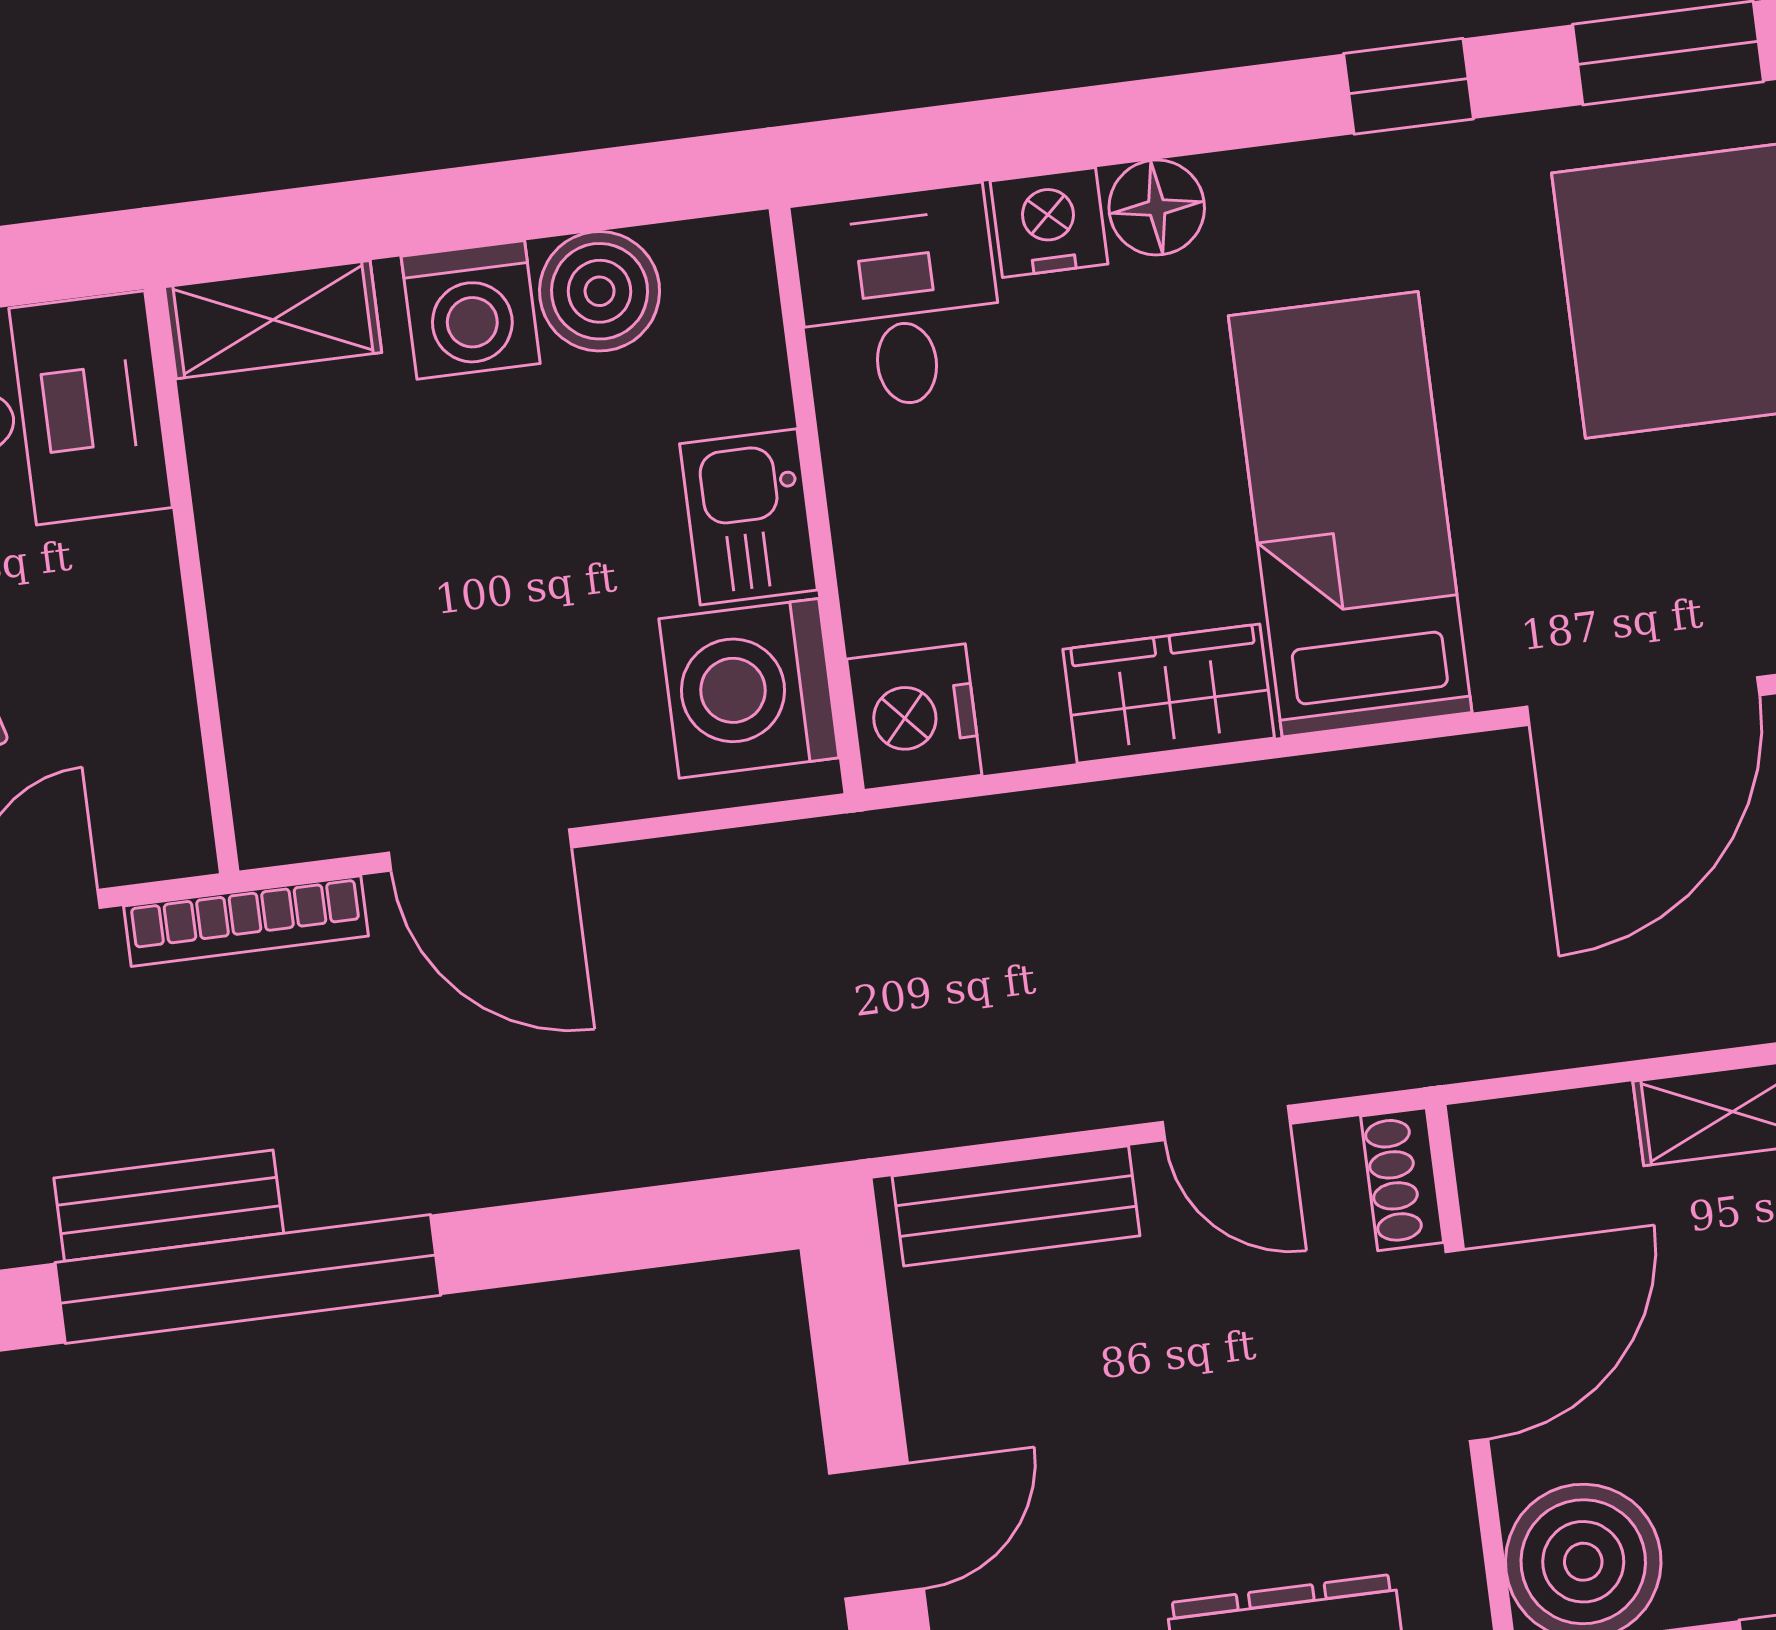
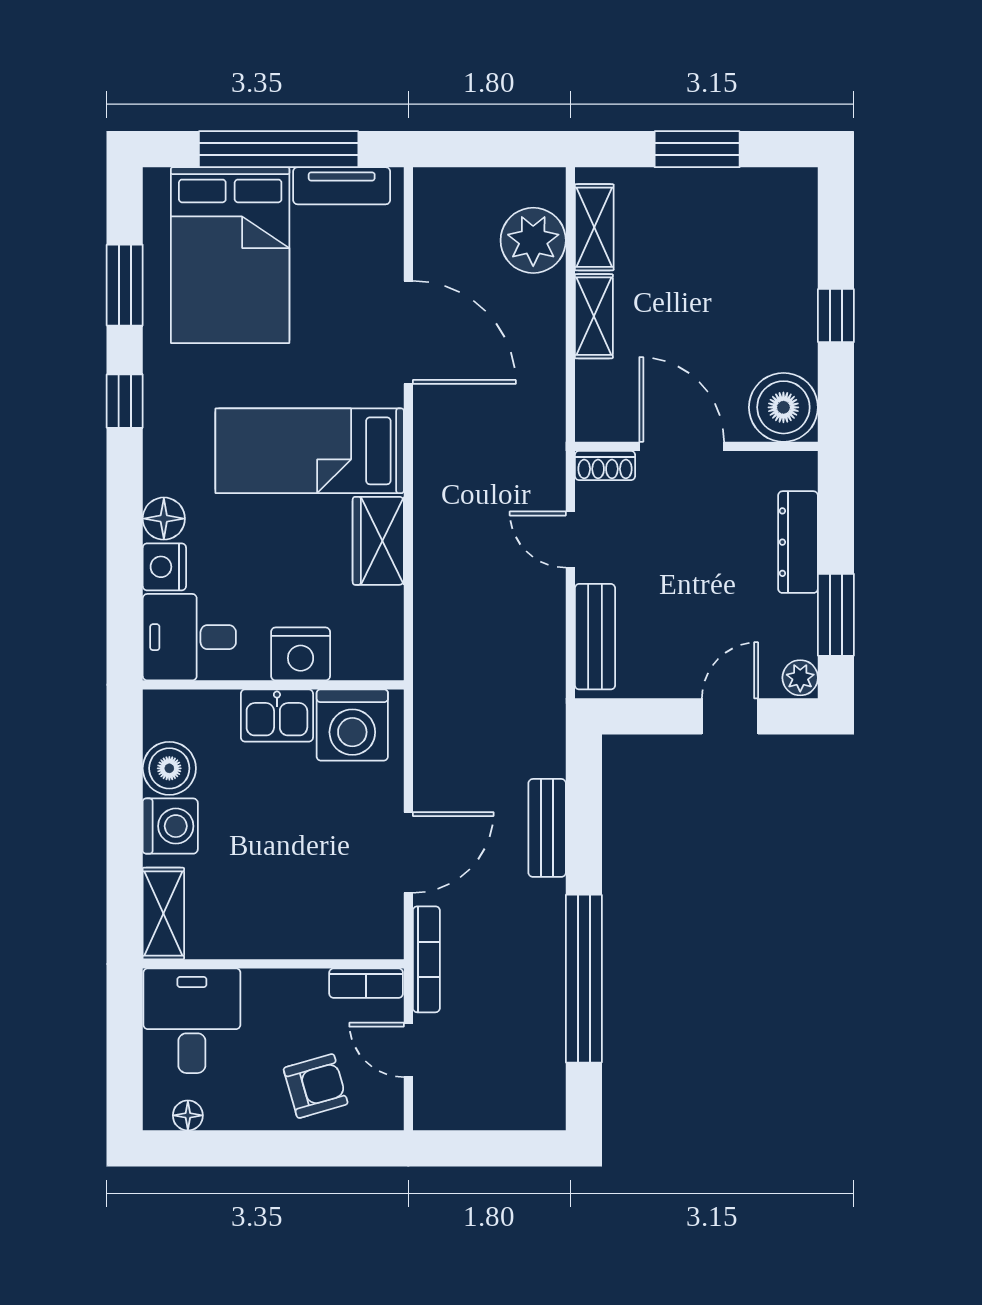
nightstand: (914, 717) -> (301, 654), moved
bookcase: (175, 793) -> (366, 983), added
door: (1226, 1123) -> (570, 540), swing flipped
bench: (169, 1206) -> (547, 828), moved
door: (877, 1531) -> (730, 716), hinge flipped

